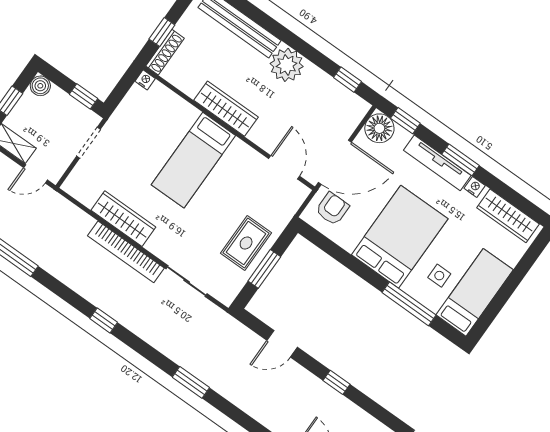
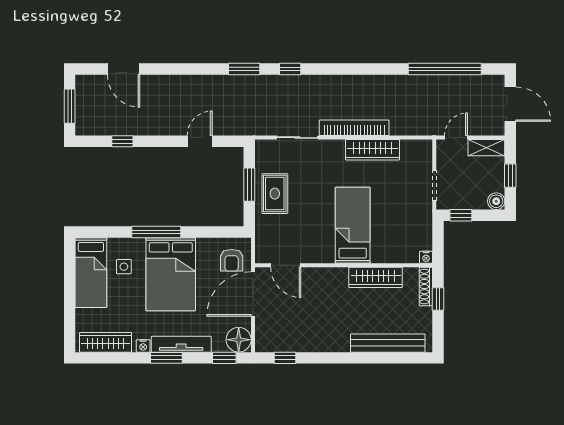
plant: (287, 65) -> (335, 338), removed
wardrobe: (226, 109) -> (376, 277), moved
window: (409, 304) -> (156, 232), moved
window: (104, 320) -> (290, 69), moved
window: (337, 382) -> (122, 141), moved

